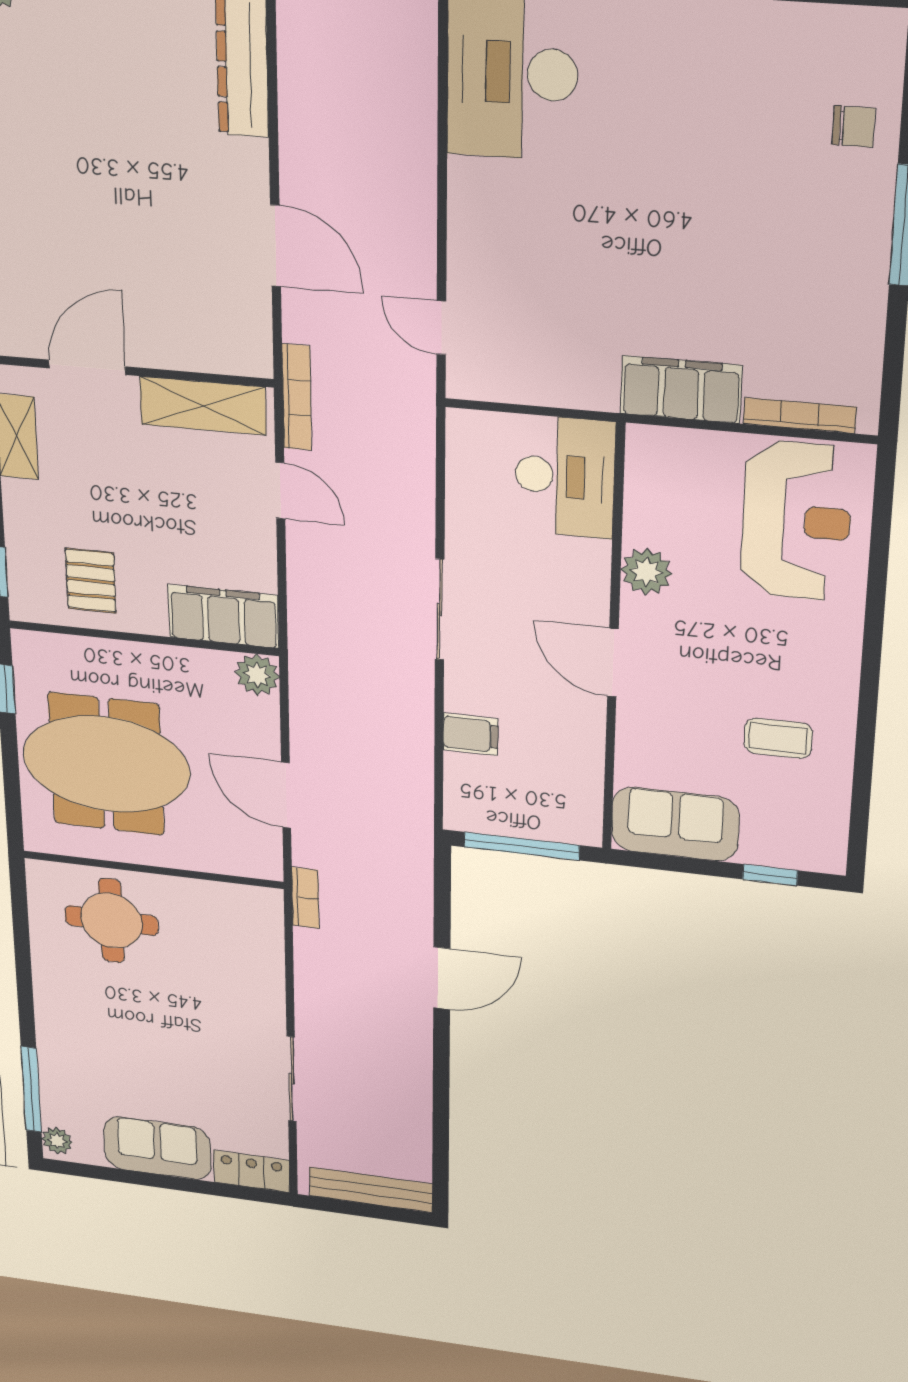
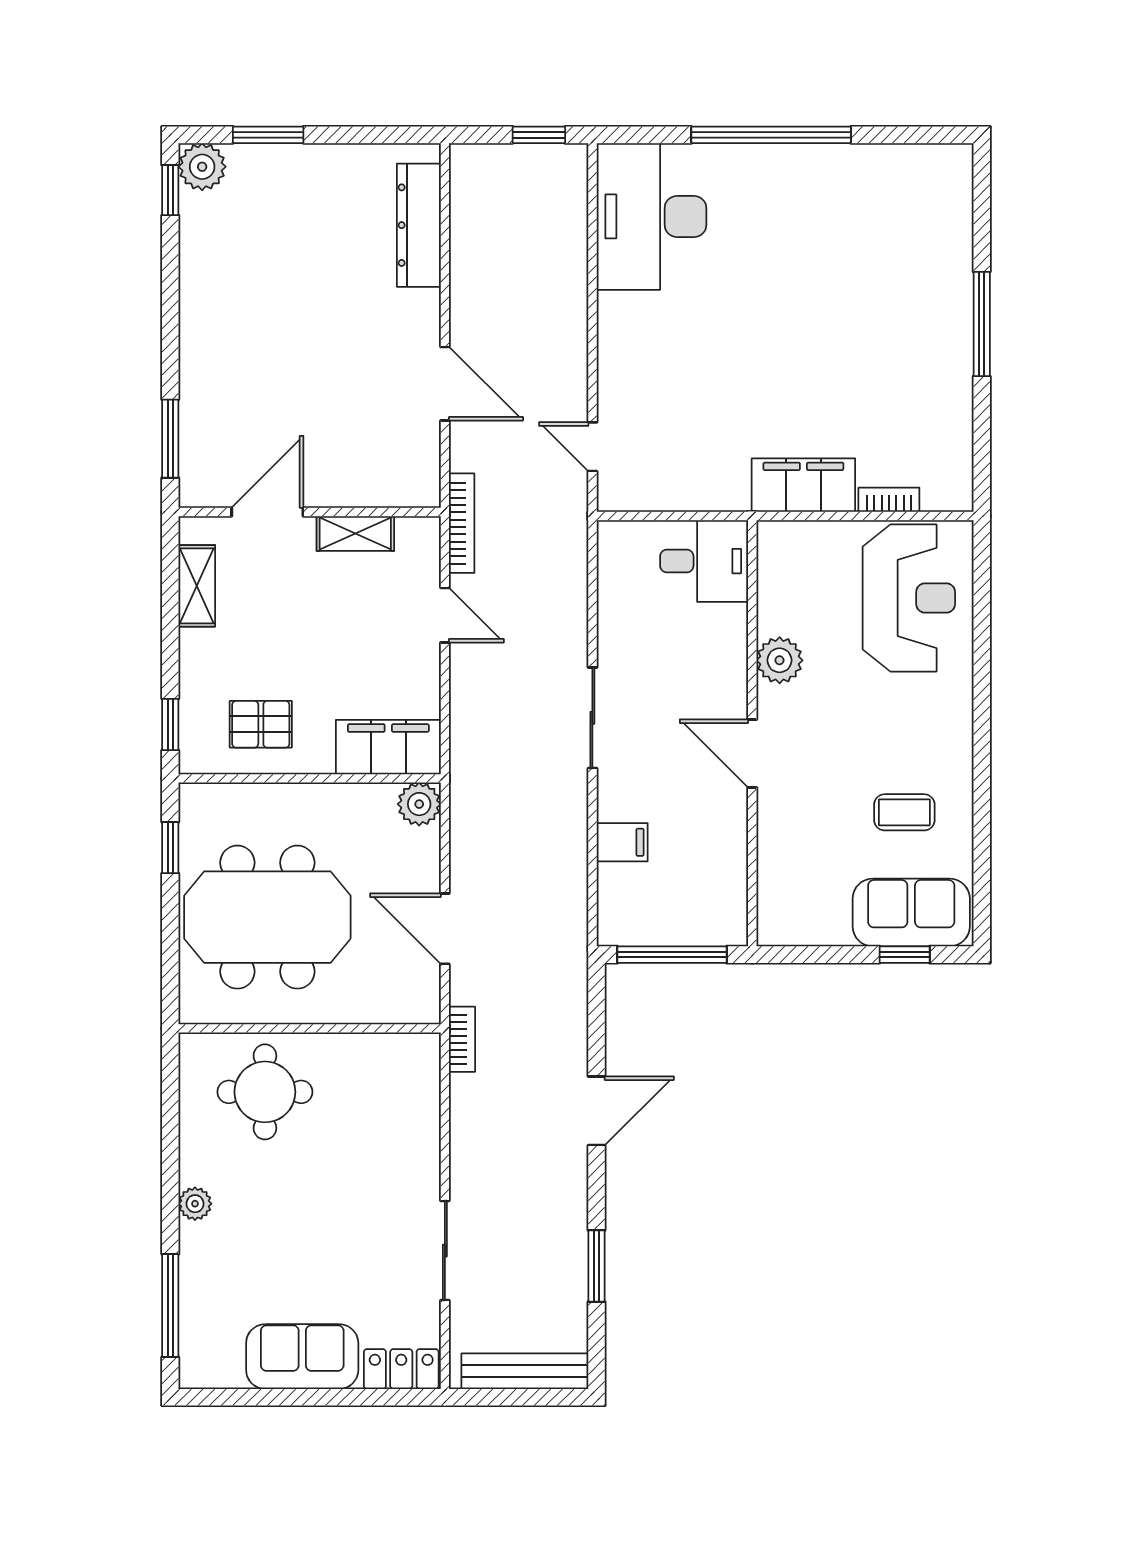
chair: (854, 126) -> (936, 243), removed
shelving: (203, 406) -> (355, 533), width x0.67, depth x0.75
bookcase: (800, 415) -> (889, 500), width x0.64
desk: (565, 477) -> (704, 561), width x0.73
pallet: (91, 581) -> (261, 724), turned 90
sofa: (675, 824) -> (911, 912), moved
window: (441, 1112) -> (597, 1266), added
plant: (57, 1141) -> (195, 1204), moved

